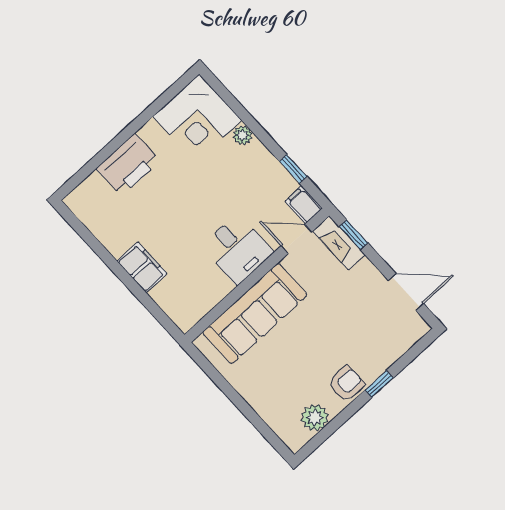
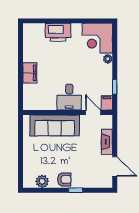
window: (353, 235) -> (115, 129), removed
fireplace: (339, 243) -> (107, 142), moved

